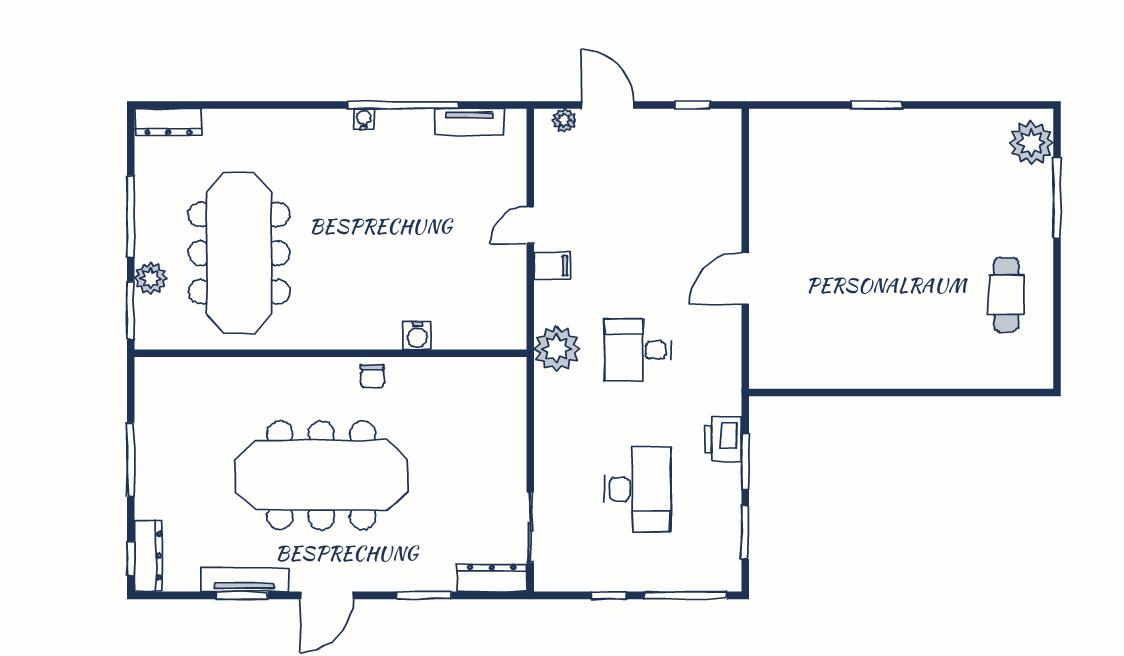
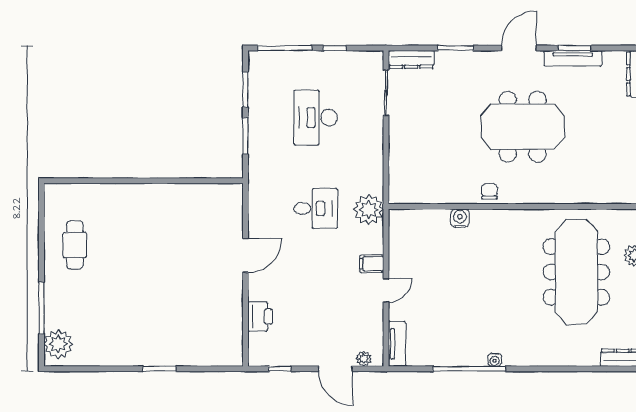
tv unit: (469, 122) -> (397, 344), moved, turned 90
printer: (723, 439) -> (260, 316), moved
meeting table: (321, 475) -> (523, 127), width x0.73

